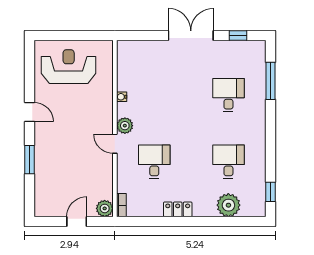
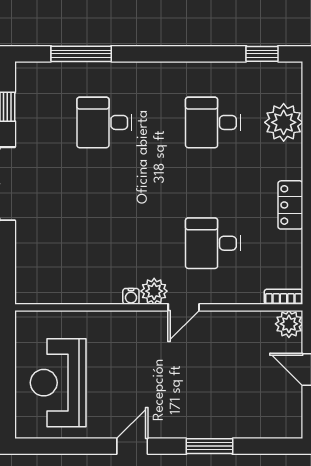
water cooler: (122, 97) -> (131, 296), moved

